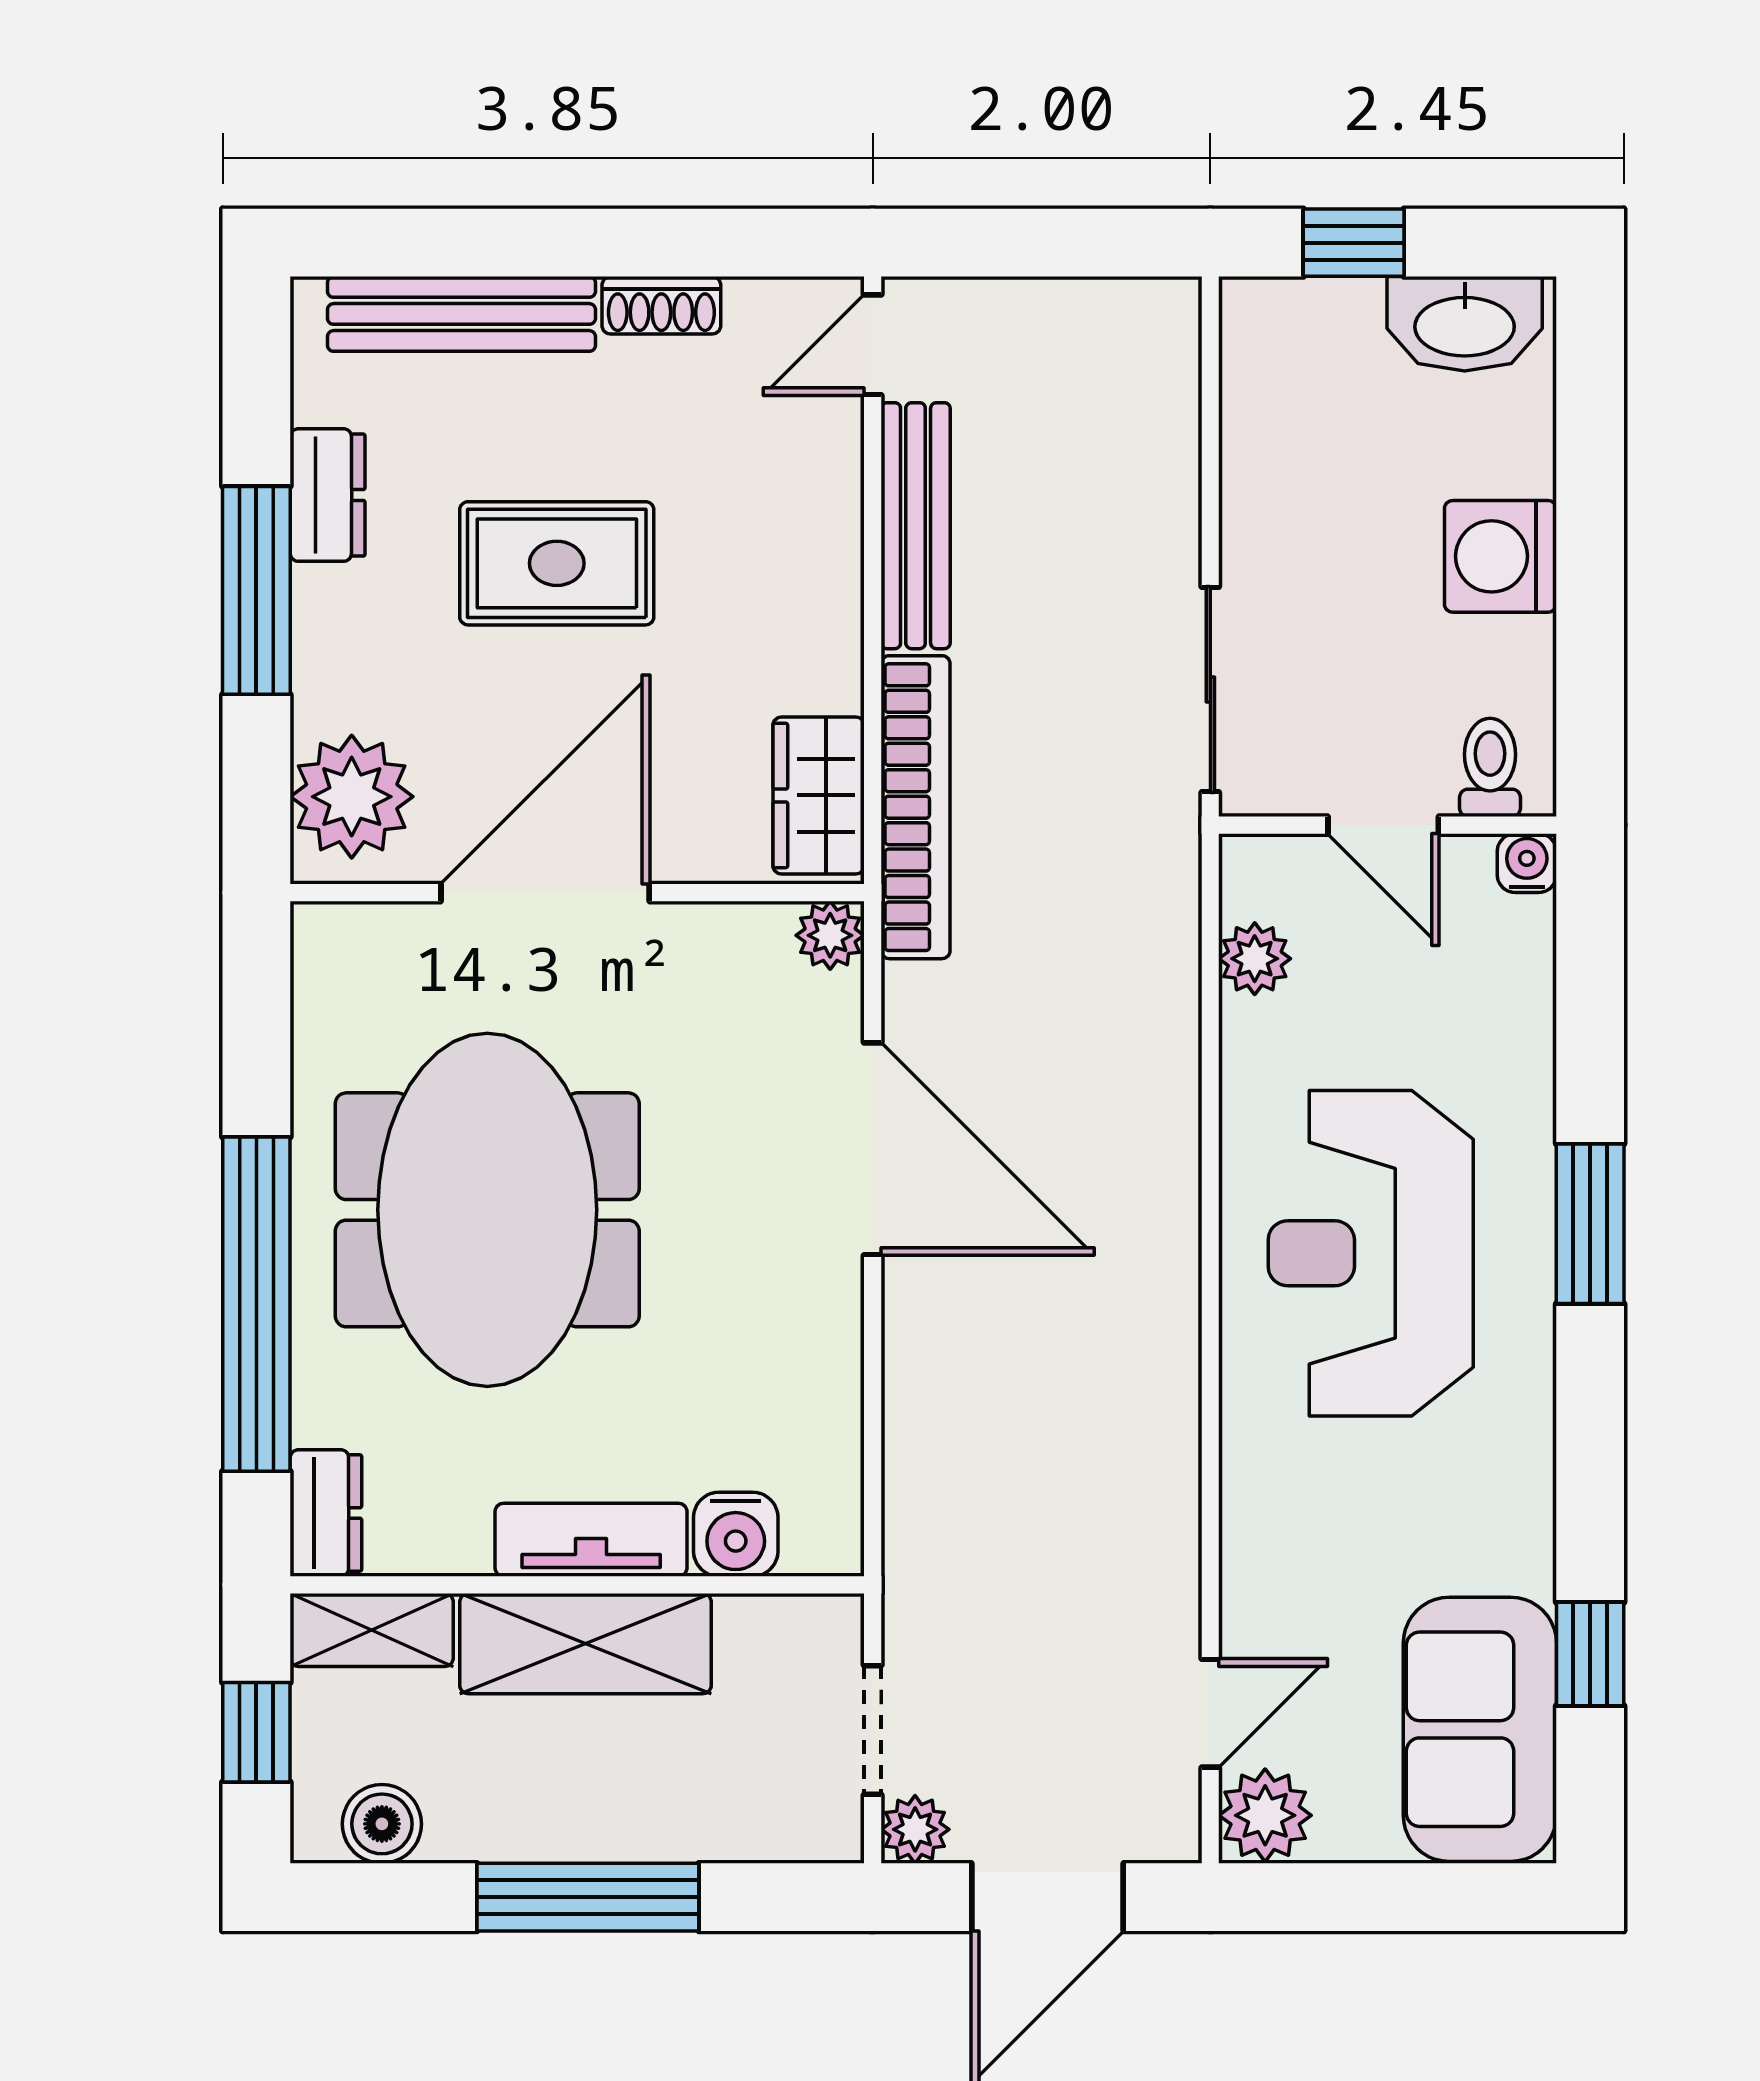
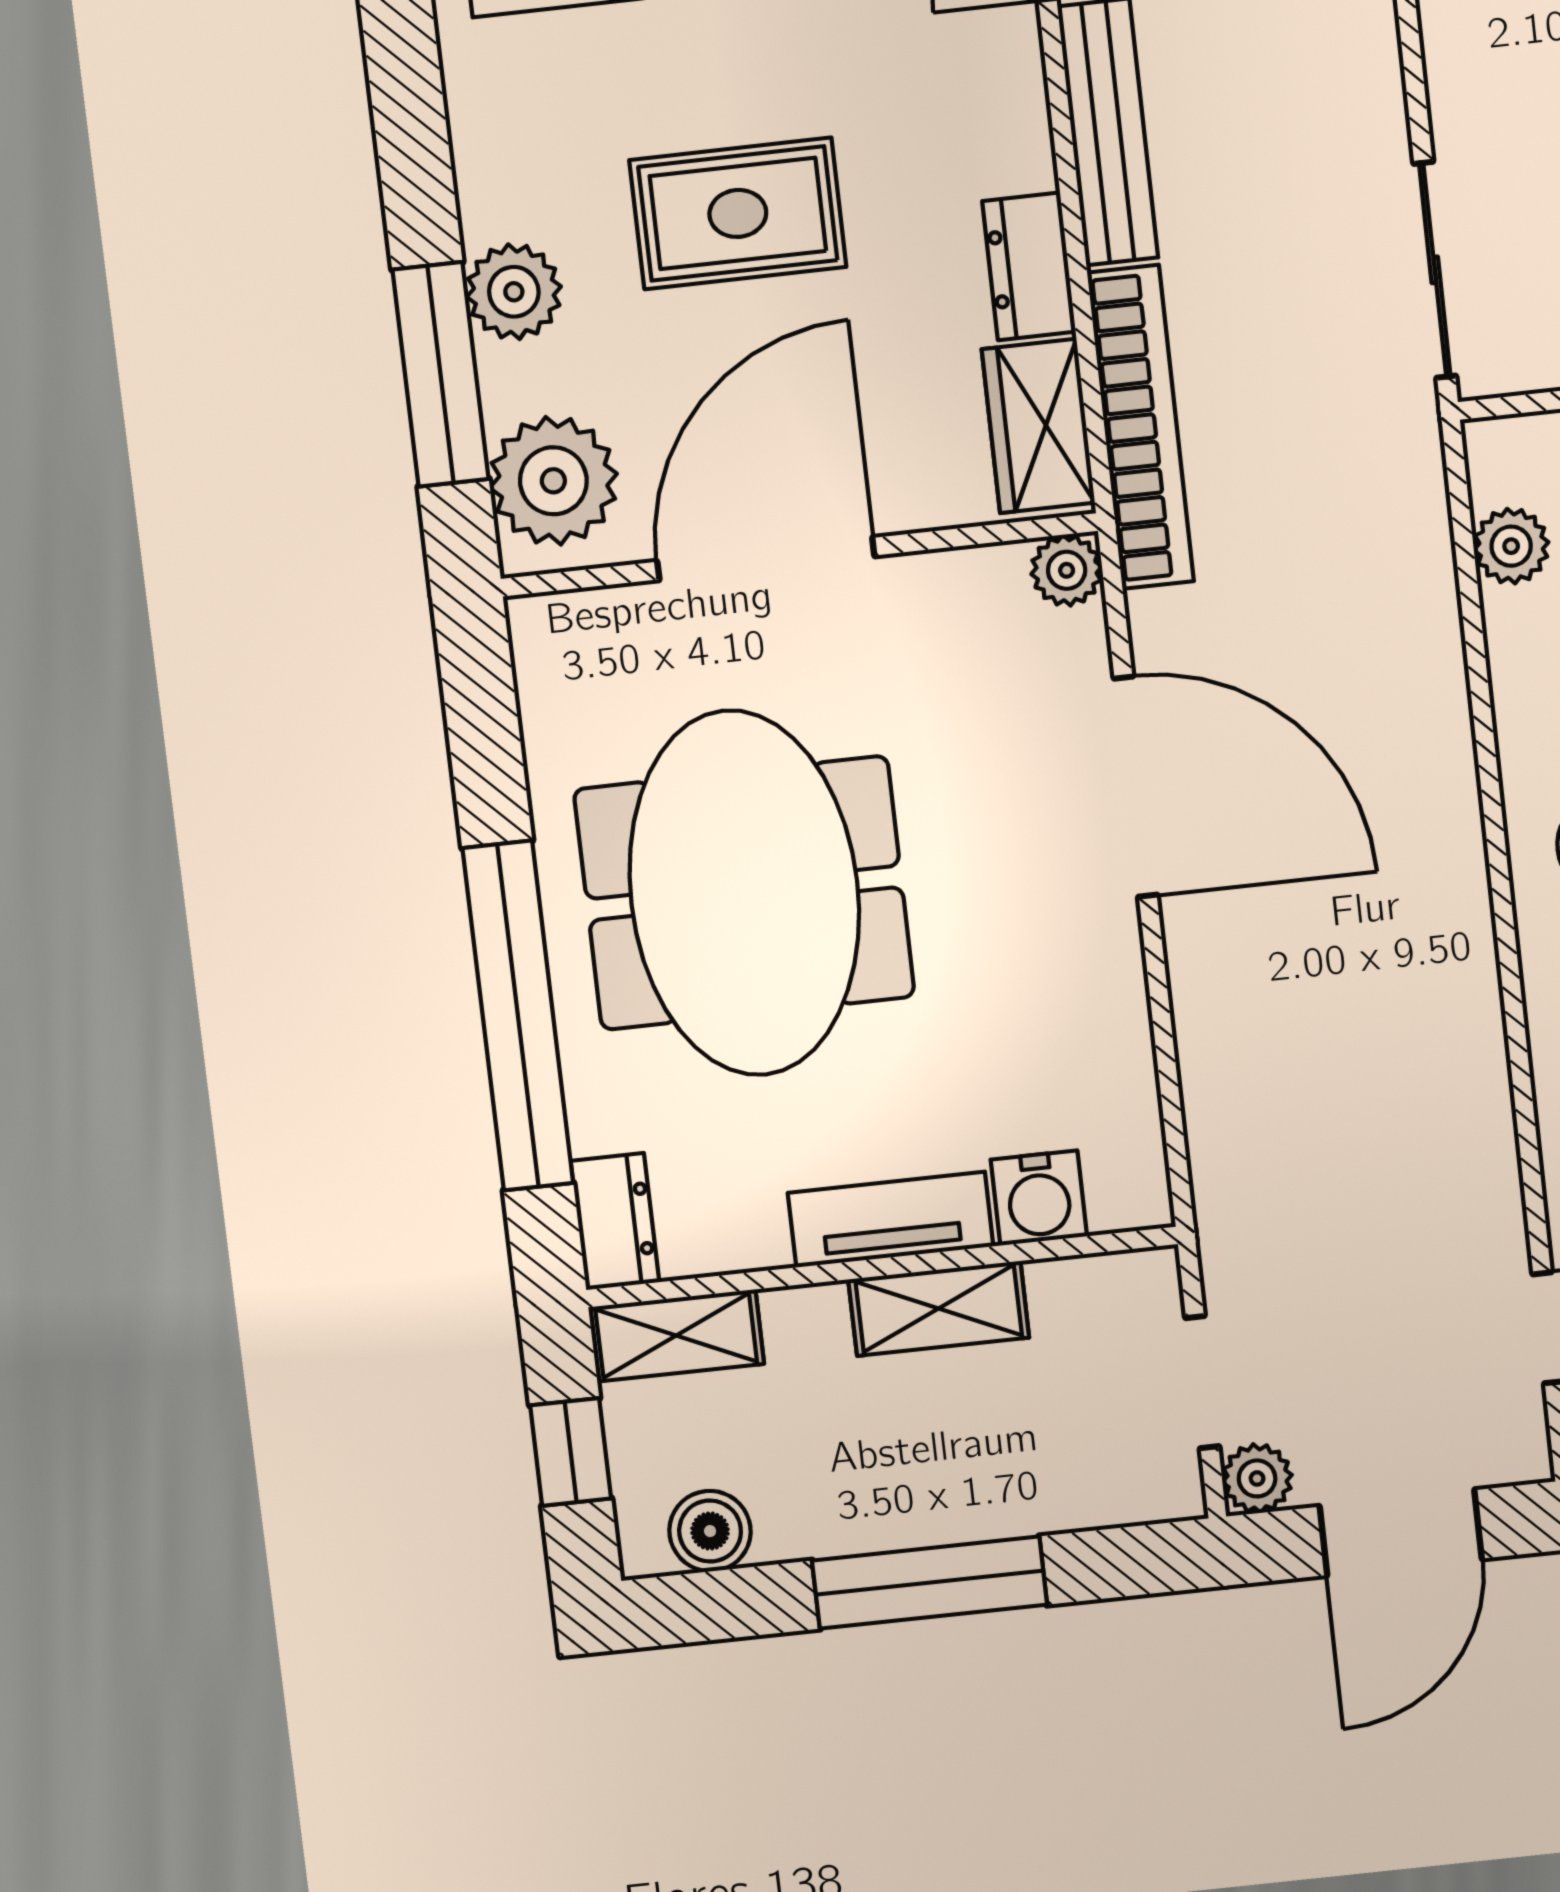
dresser: (328, 495) -> (1029, 266), moved, turned 180
window: (256, 590) -> (440, 374), moved
plant: (336, 614) -> (514, 292), added
shelving: (586, 1644) -> (939, 1308), width x0.67, depth x0.75

